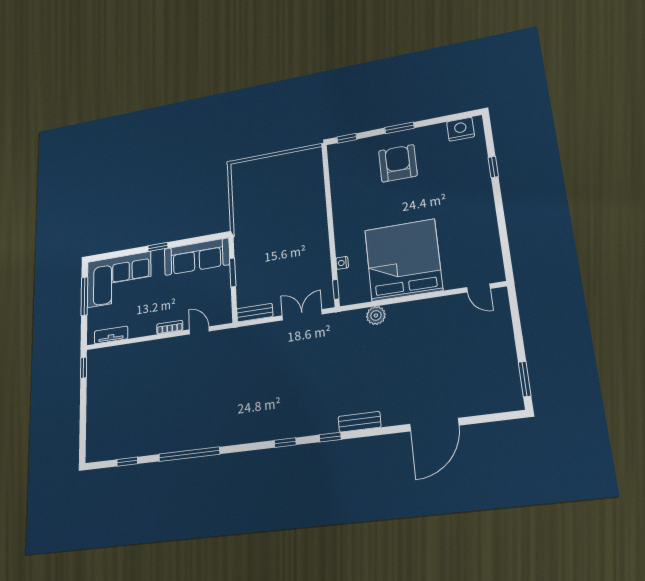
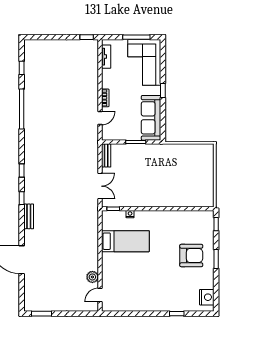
bed: (403, 260) -> (125, 241), width x0.49
plant: (376, 315) -> (92, 277), moved

